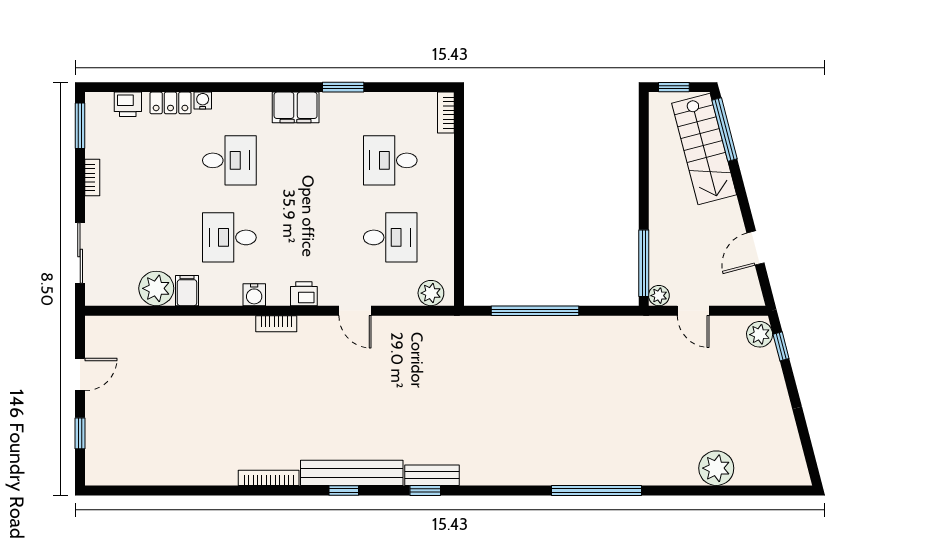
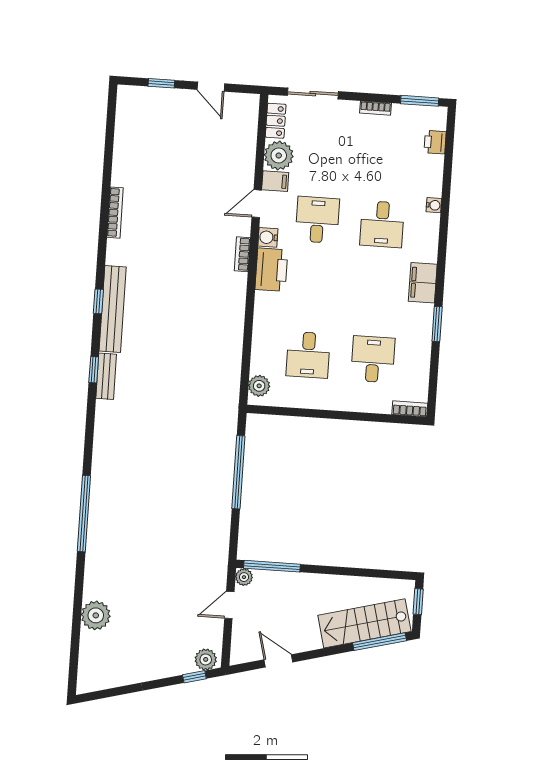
locker: (170, 103) -> (276, 121), moved, turned 180
printer: (304, 294) -> (271, 270), width x1.87, depth x1.48
door: (355, 311) -> (257, 204), moved
bookcase: (269, 478) -> (115, 213), moved

